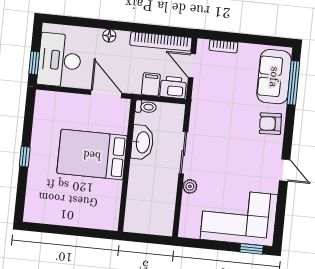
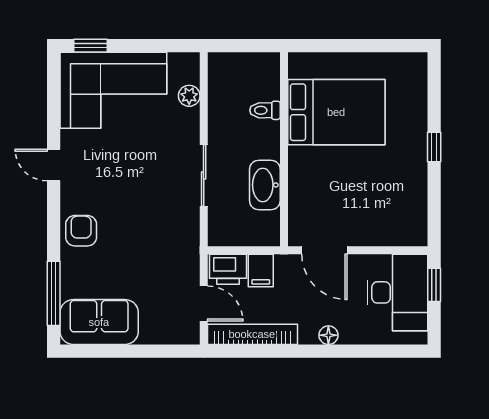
bookcase: (223, 46) -> (161, 336), removed
sofa: (274, 77) -> (99, 322), moved, turned -90
toilet: (146, 107) -> (265, 110), moved
armchair: (270, 124) -> (81, 231), turned -87
bed: (92, 155) -> (336, 112), moved
plant: (190, 186) -> (189, 96), moved

